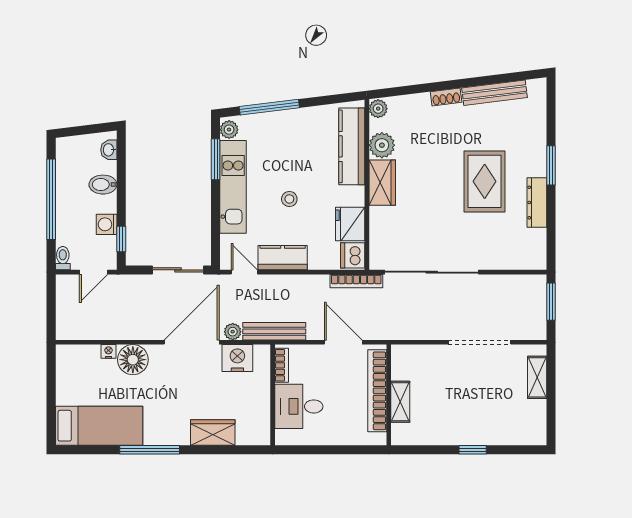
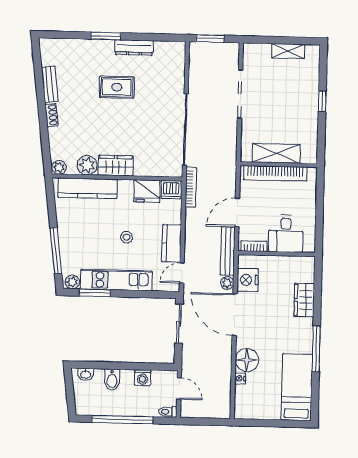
bench: (495, 93) -> (50, 84), width x0.73
rug: (485, 181) -> (117, 87), width x0.73, depth x0.70
window: (121, 239) -> (154, 367), removed
door: (343, 342) -> (237, 212), moved
shelving: (537, 377) -> (288, 51), moved
shelving: (400, 402) -> (276, 153), width x1.50, depth x1.33

